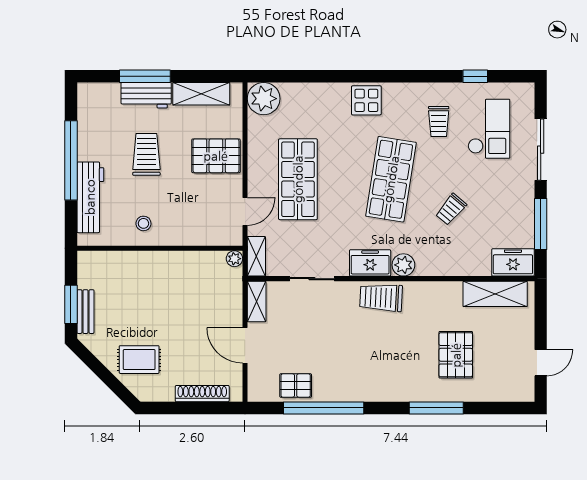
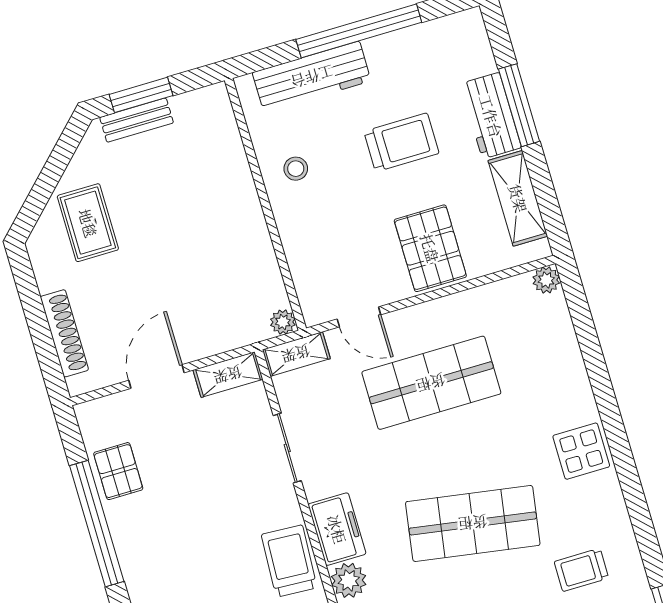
plant: (264, 99) -> (546, 280), width x0.53, depth x0.53

